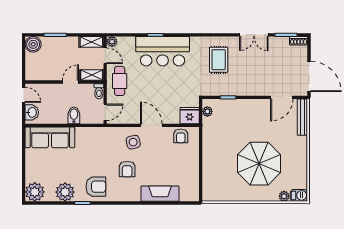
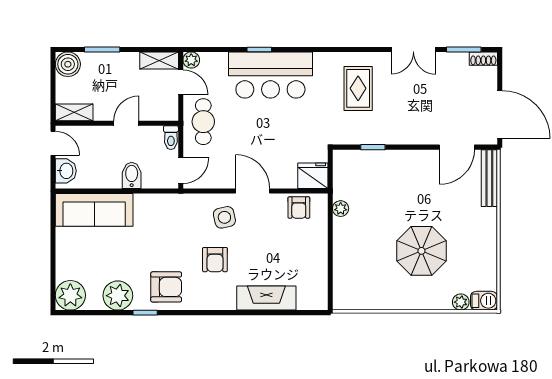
shelving: (92, 75) -> (74, 112), moved
plant: (207, 111) -> (341, 209), moved
parasol: (259, 164) -> (421, 251), width x0.73, depth x0.73

